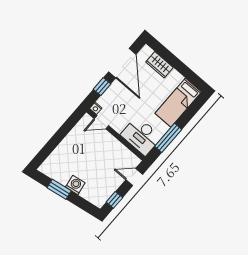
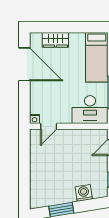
window: (102, 87) -> (24, 97), removed
washing machine: (75, 185) -> (84, 193), moved

